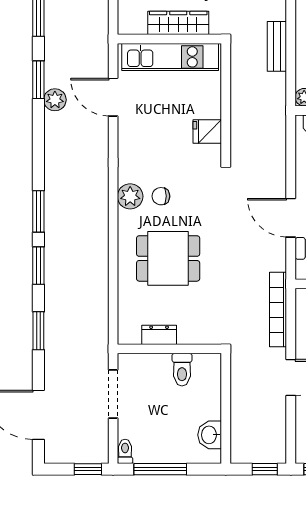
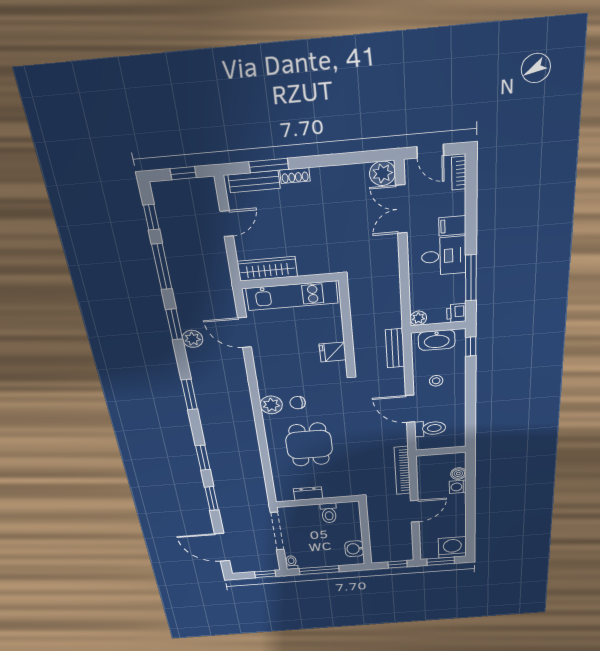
wardrobe: (178, 23) -> (267, 269), moved
bench: (277, 46) -> (395, 348), moved
window: (38, 211) -> (189, 395), moved
dining table: (168, 258) -> (309, 445), turned 90
doorway: (113, 394) -> (277, 531), width x1.36

